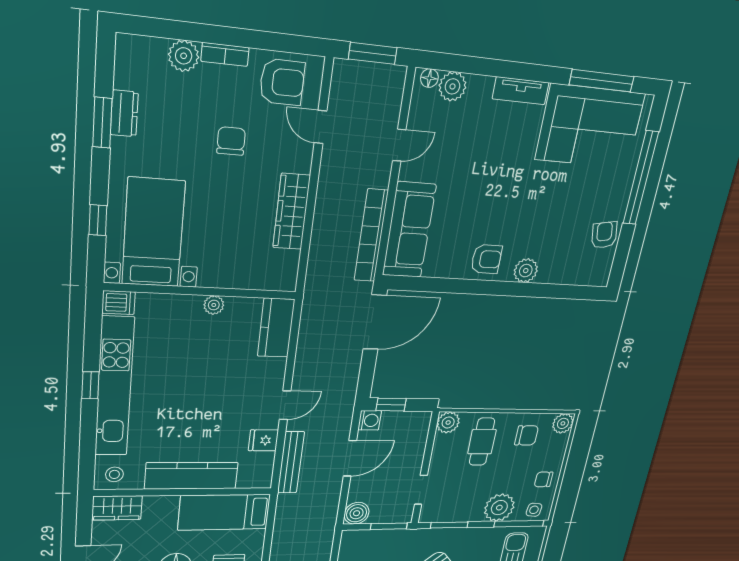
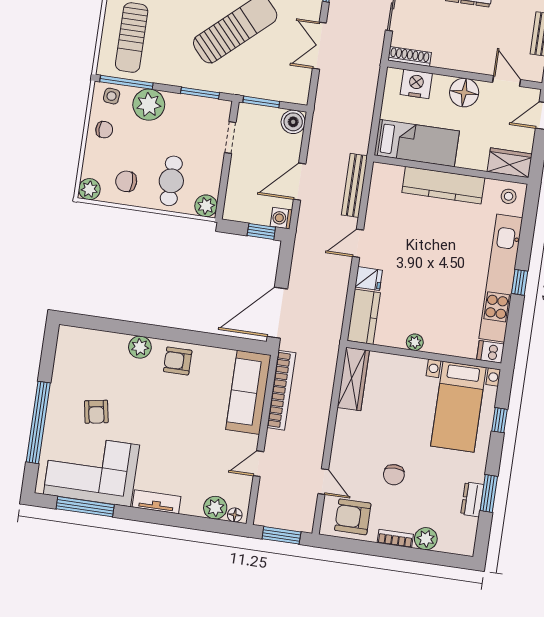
wardrobe: (292, 212) -> (353, 379), moved
armchair: (604, 235) -> (96, 412), moved
fridge: (263, 440) -> (369, 279), moved

